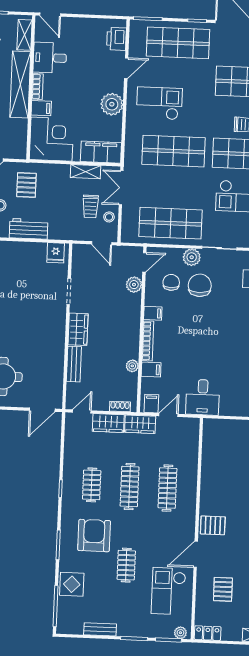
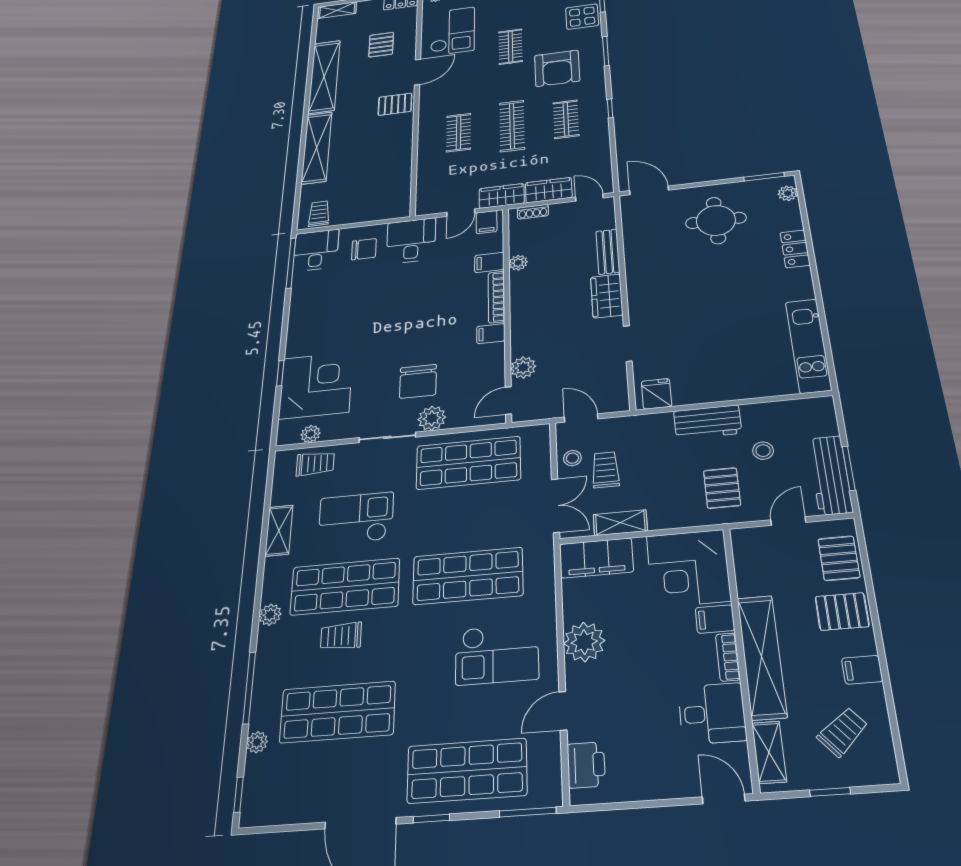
chair: (171, 282) -> (364, 249), moved, turned -90
door: (42, 410) -> (649, 190), hinge flipped
door: (82, 411) -> (589, 197), swing flipped
clothes rail: (167, 488) -> (459, 133), width x0.73

